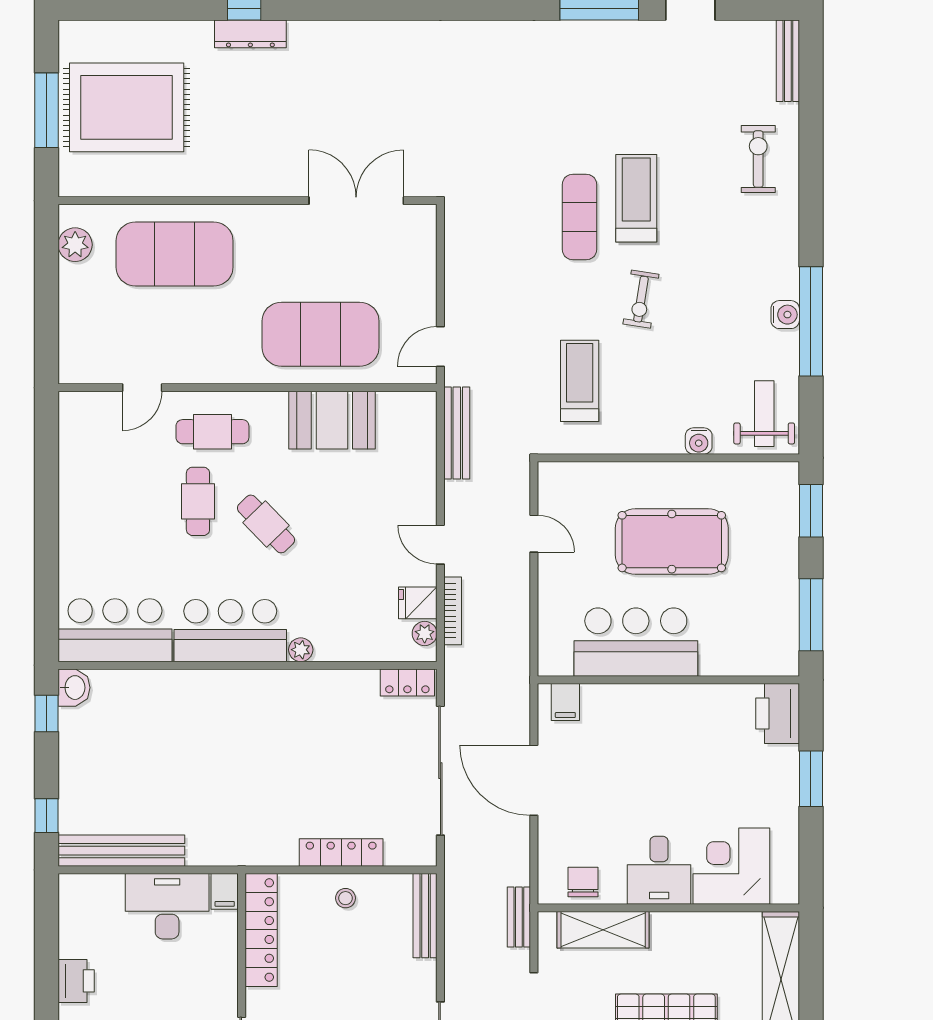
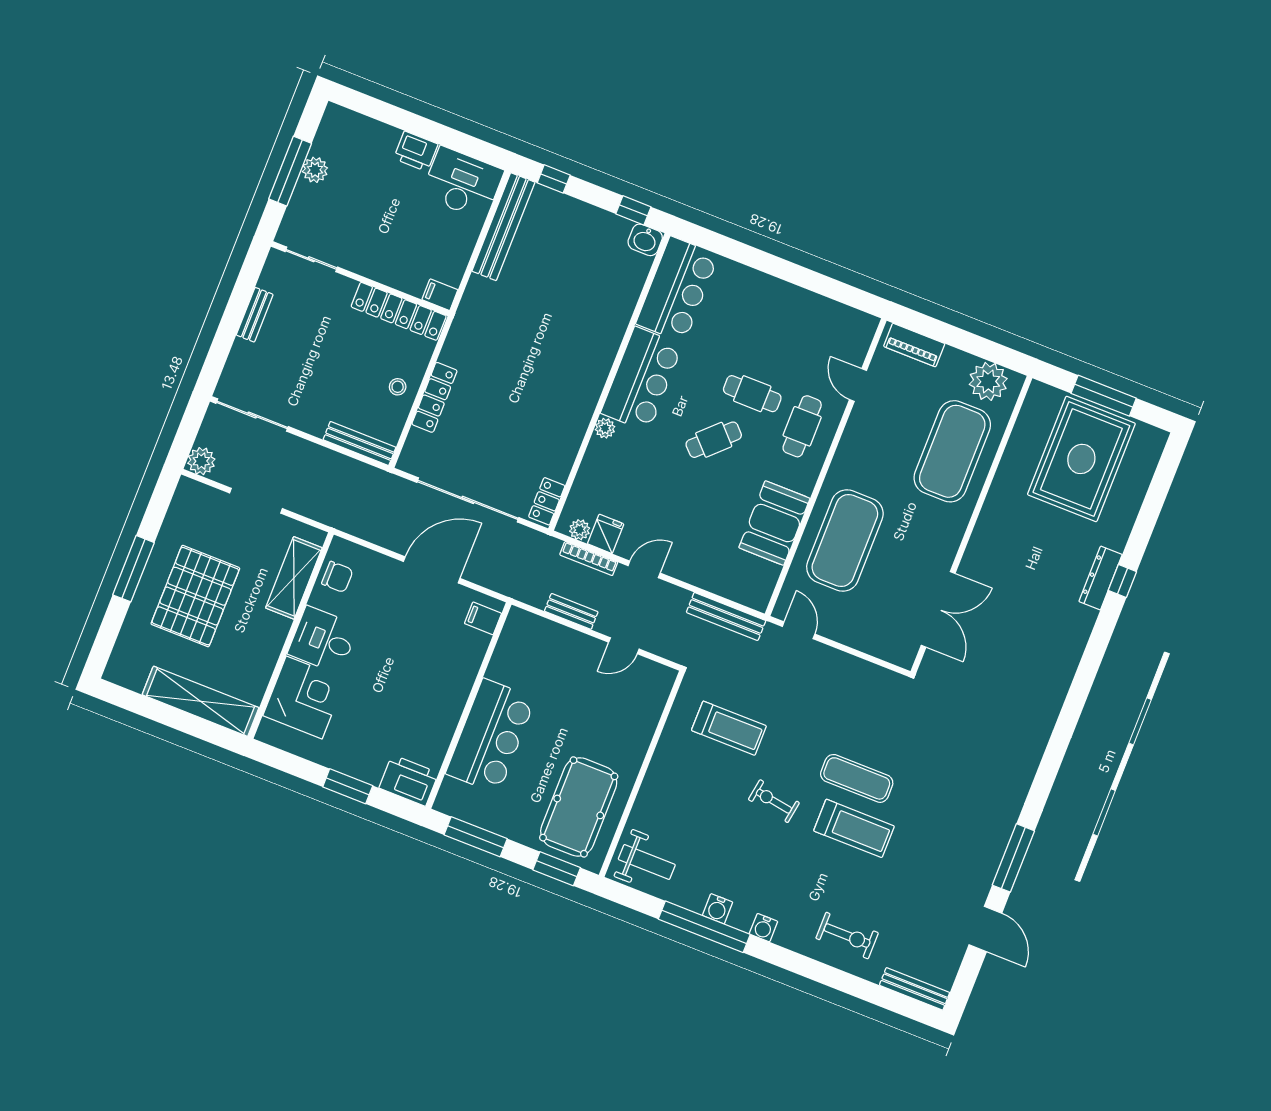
plant: (75, 245) -> (988, 381), width x1.36, depth x1.36
piano: (73, 343) -> (914, 345), added
water cooler: (699, 441) -> (763, 928), moved, turned -90
pool table: (672, 542) -> (579, 807), moved
bar counter: (636, 642) -> (491, 736), moved
desk: (167, 906) -> (462, 183), moved, turned -90
bench: (519, 917) -> (571, 611), moved

